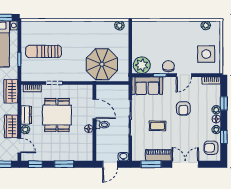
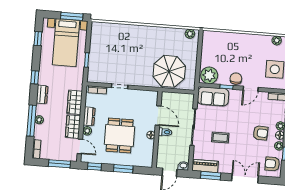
sun lounger: (44, 51) -> (112, 54), removed
wardrobe: (11, 91) -> (75, 102), moved
armchair: (183, 108) -> (260, 133), moved, turned -87
dining table: (57, 115) -> (120, 135), moved
piano: (158, 155) -> (205, 166), moved

